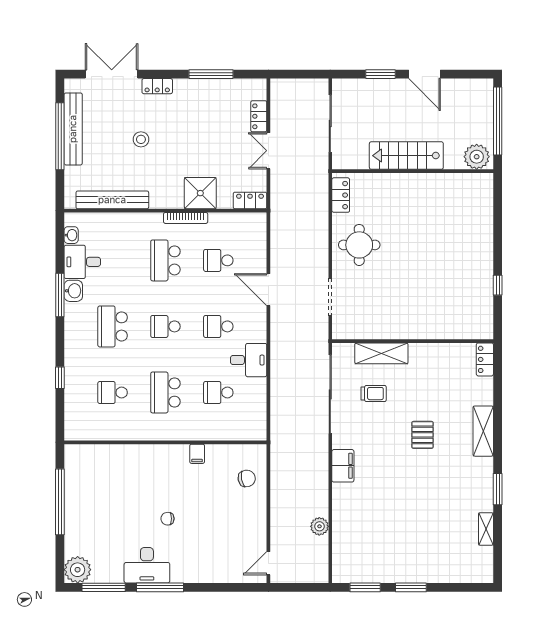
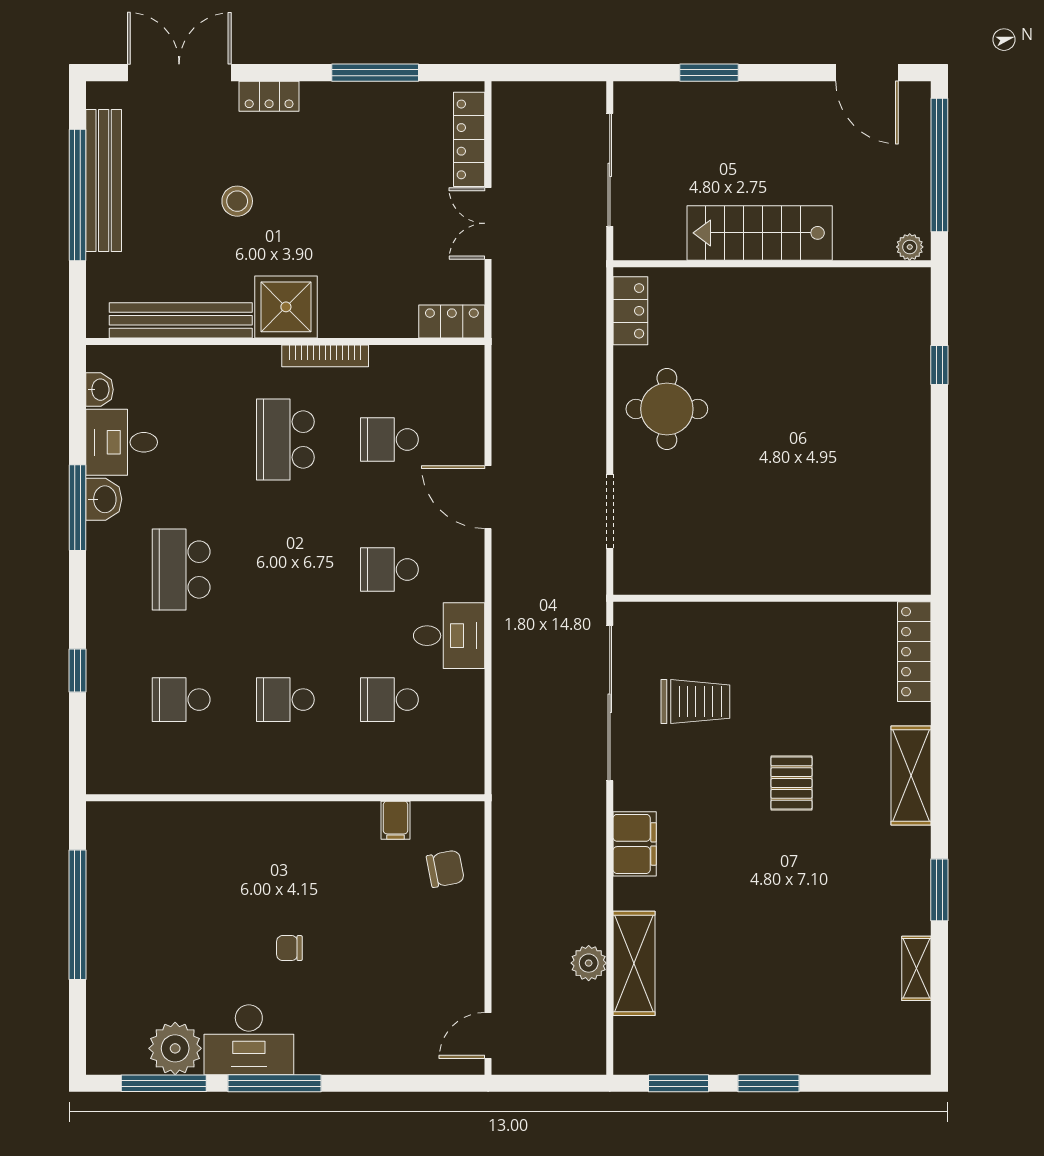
door: (425, 74) -> (867, 73), moved
locker: (259, 116) -> (469, 139), width x1.53
plant: (477, 157) -> (910, 247), width x0.53, depth x0.53
shower: (200, 193) -> (286, 307), moved
window: (498, 285) -> (939, 365), moved
school desk: (165, 326) -> (285, 570), removed
shelving: (381, 353) -> (634, 963), moved, turned 90
locker: (485, 359) -> (914, 652), width x1.53
school desk: (165, 392) -> (285, 700), width x0.54
trolley: (374, 394) -> (695, 702), width x1.36, depth x1.39
filing cabinet: (197, 454) -> (396, 820), moved
plant: (78, 570) -> (175, 1048), moved

